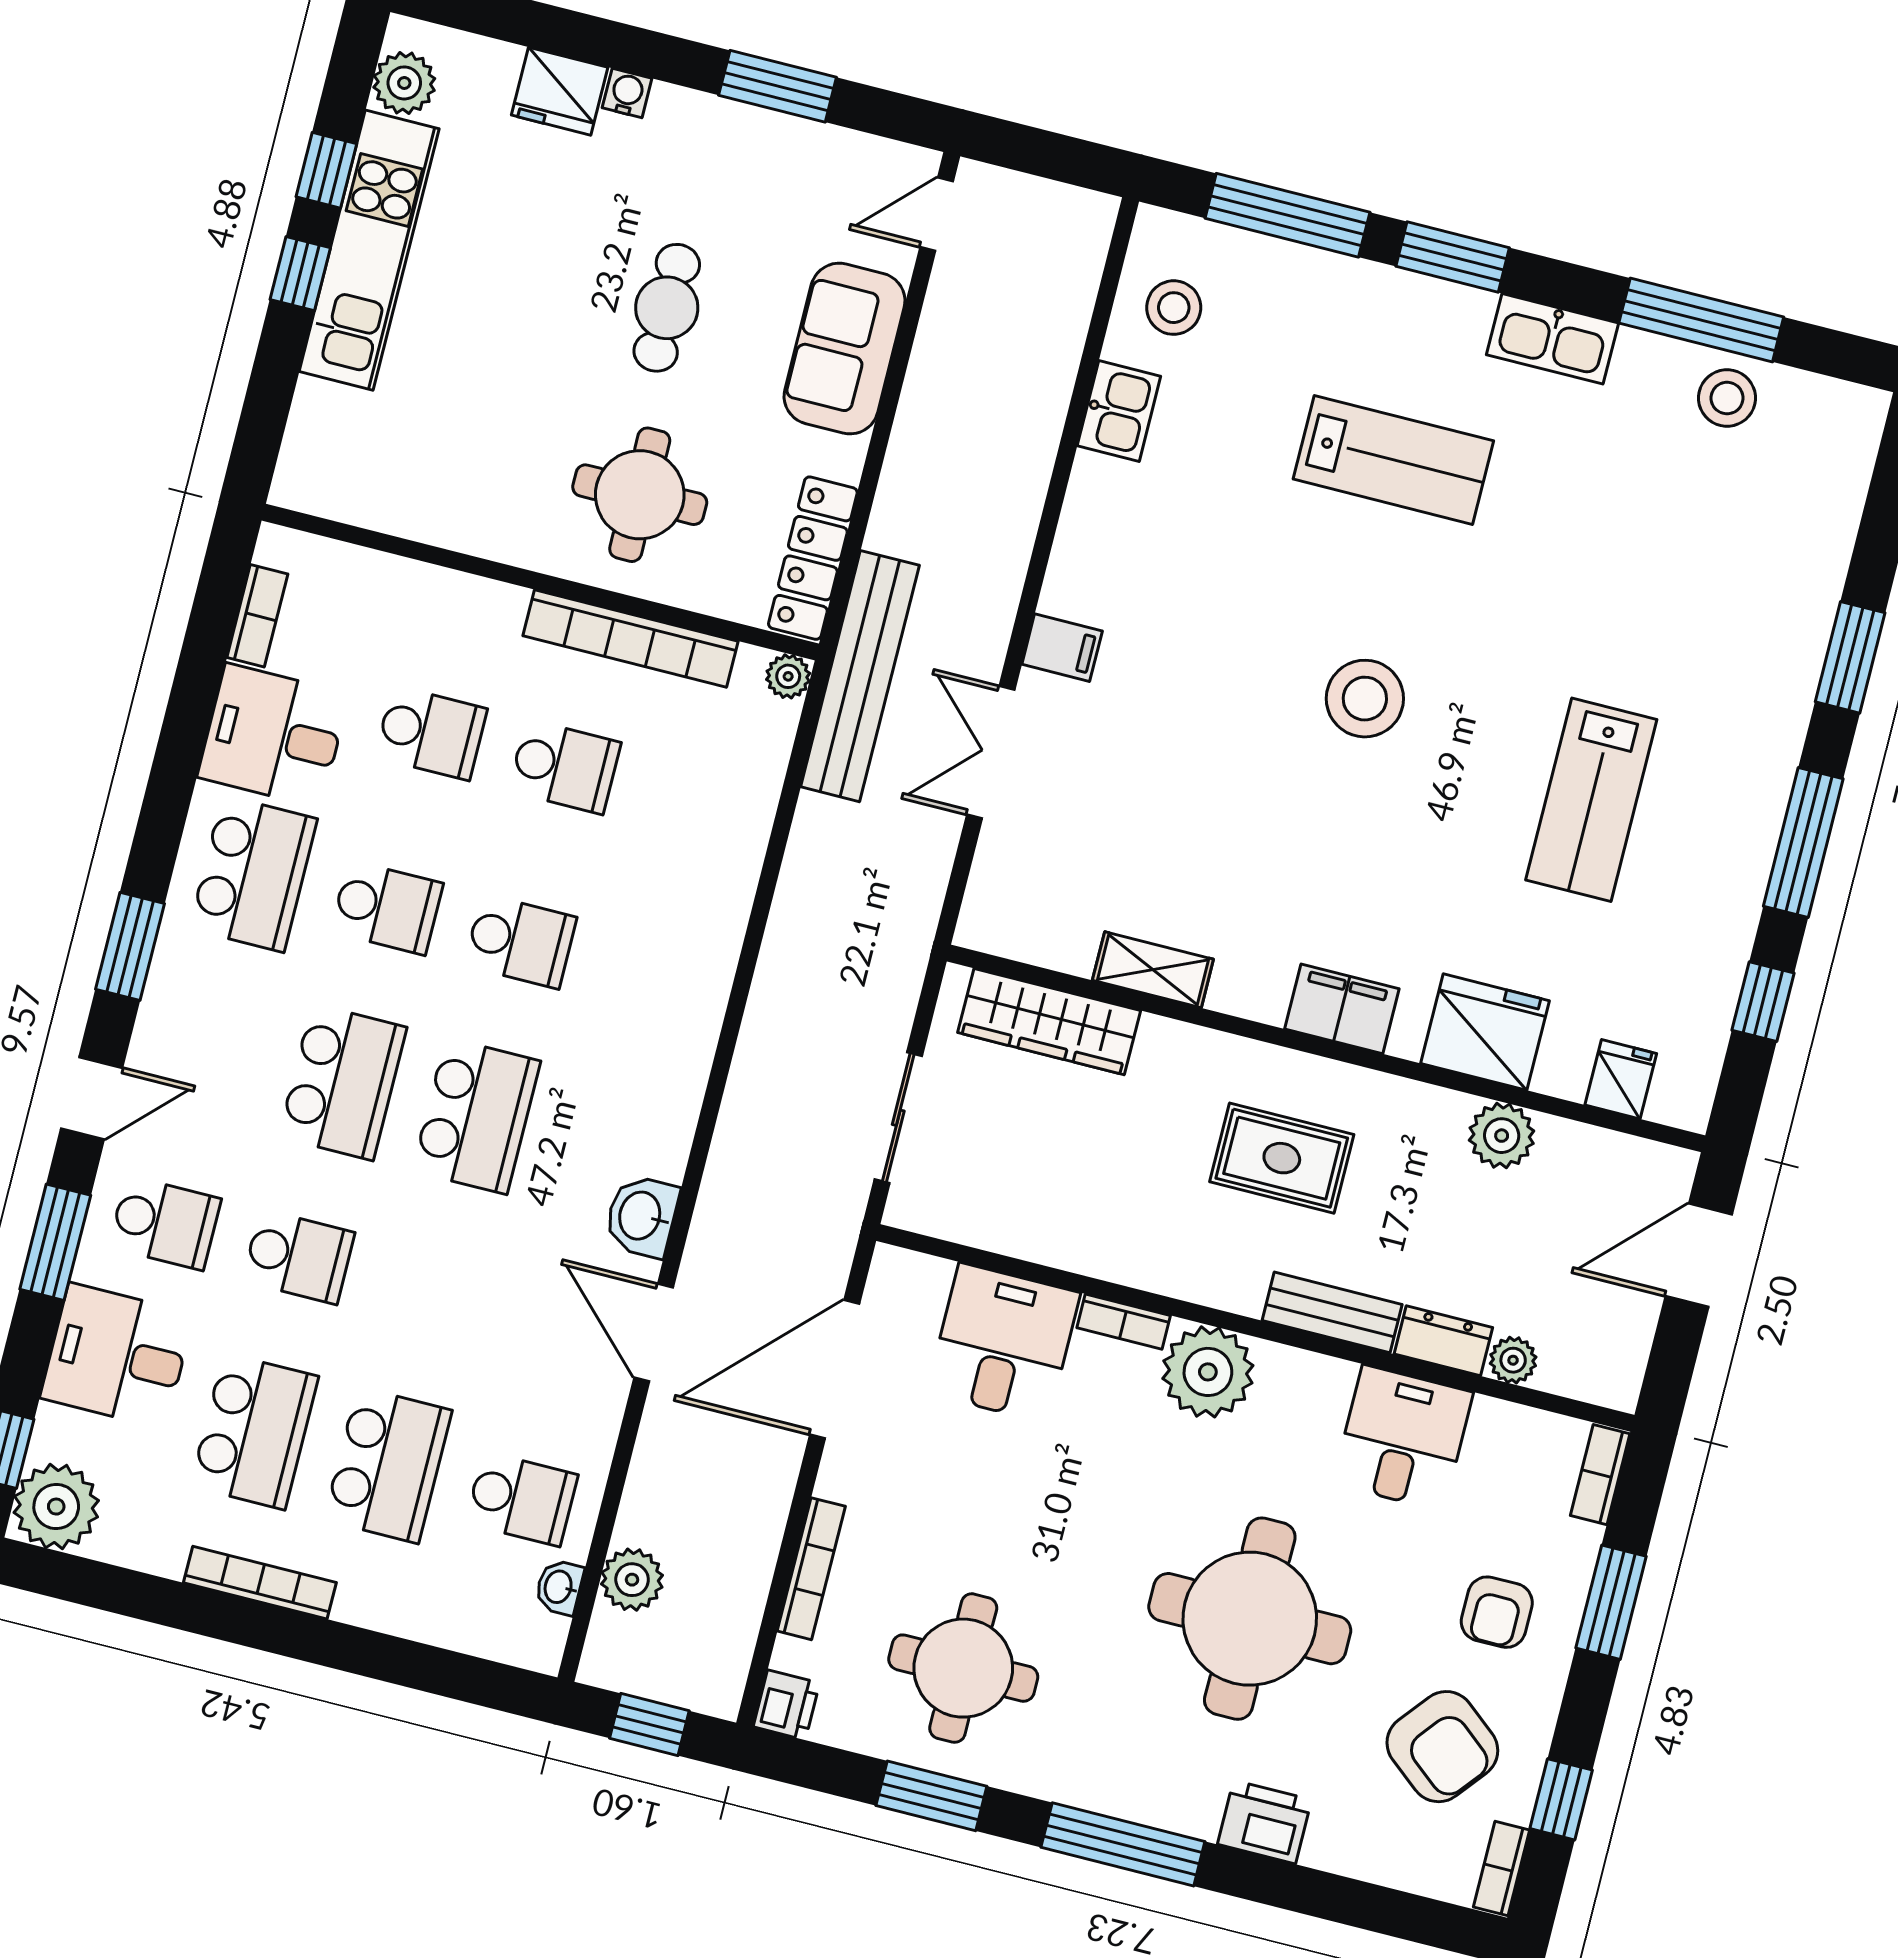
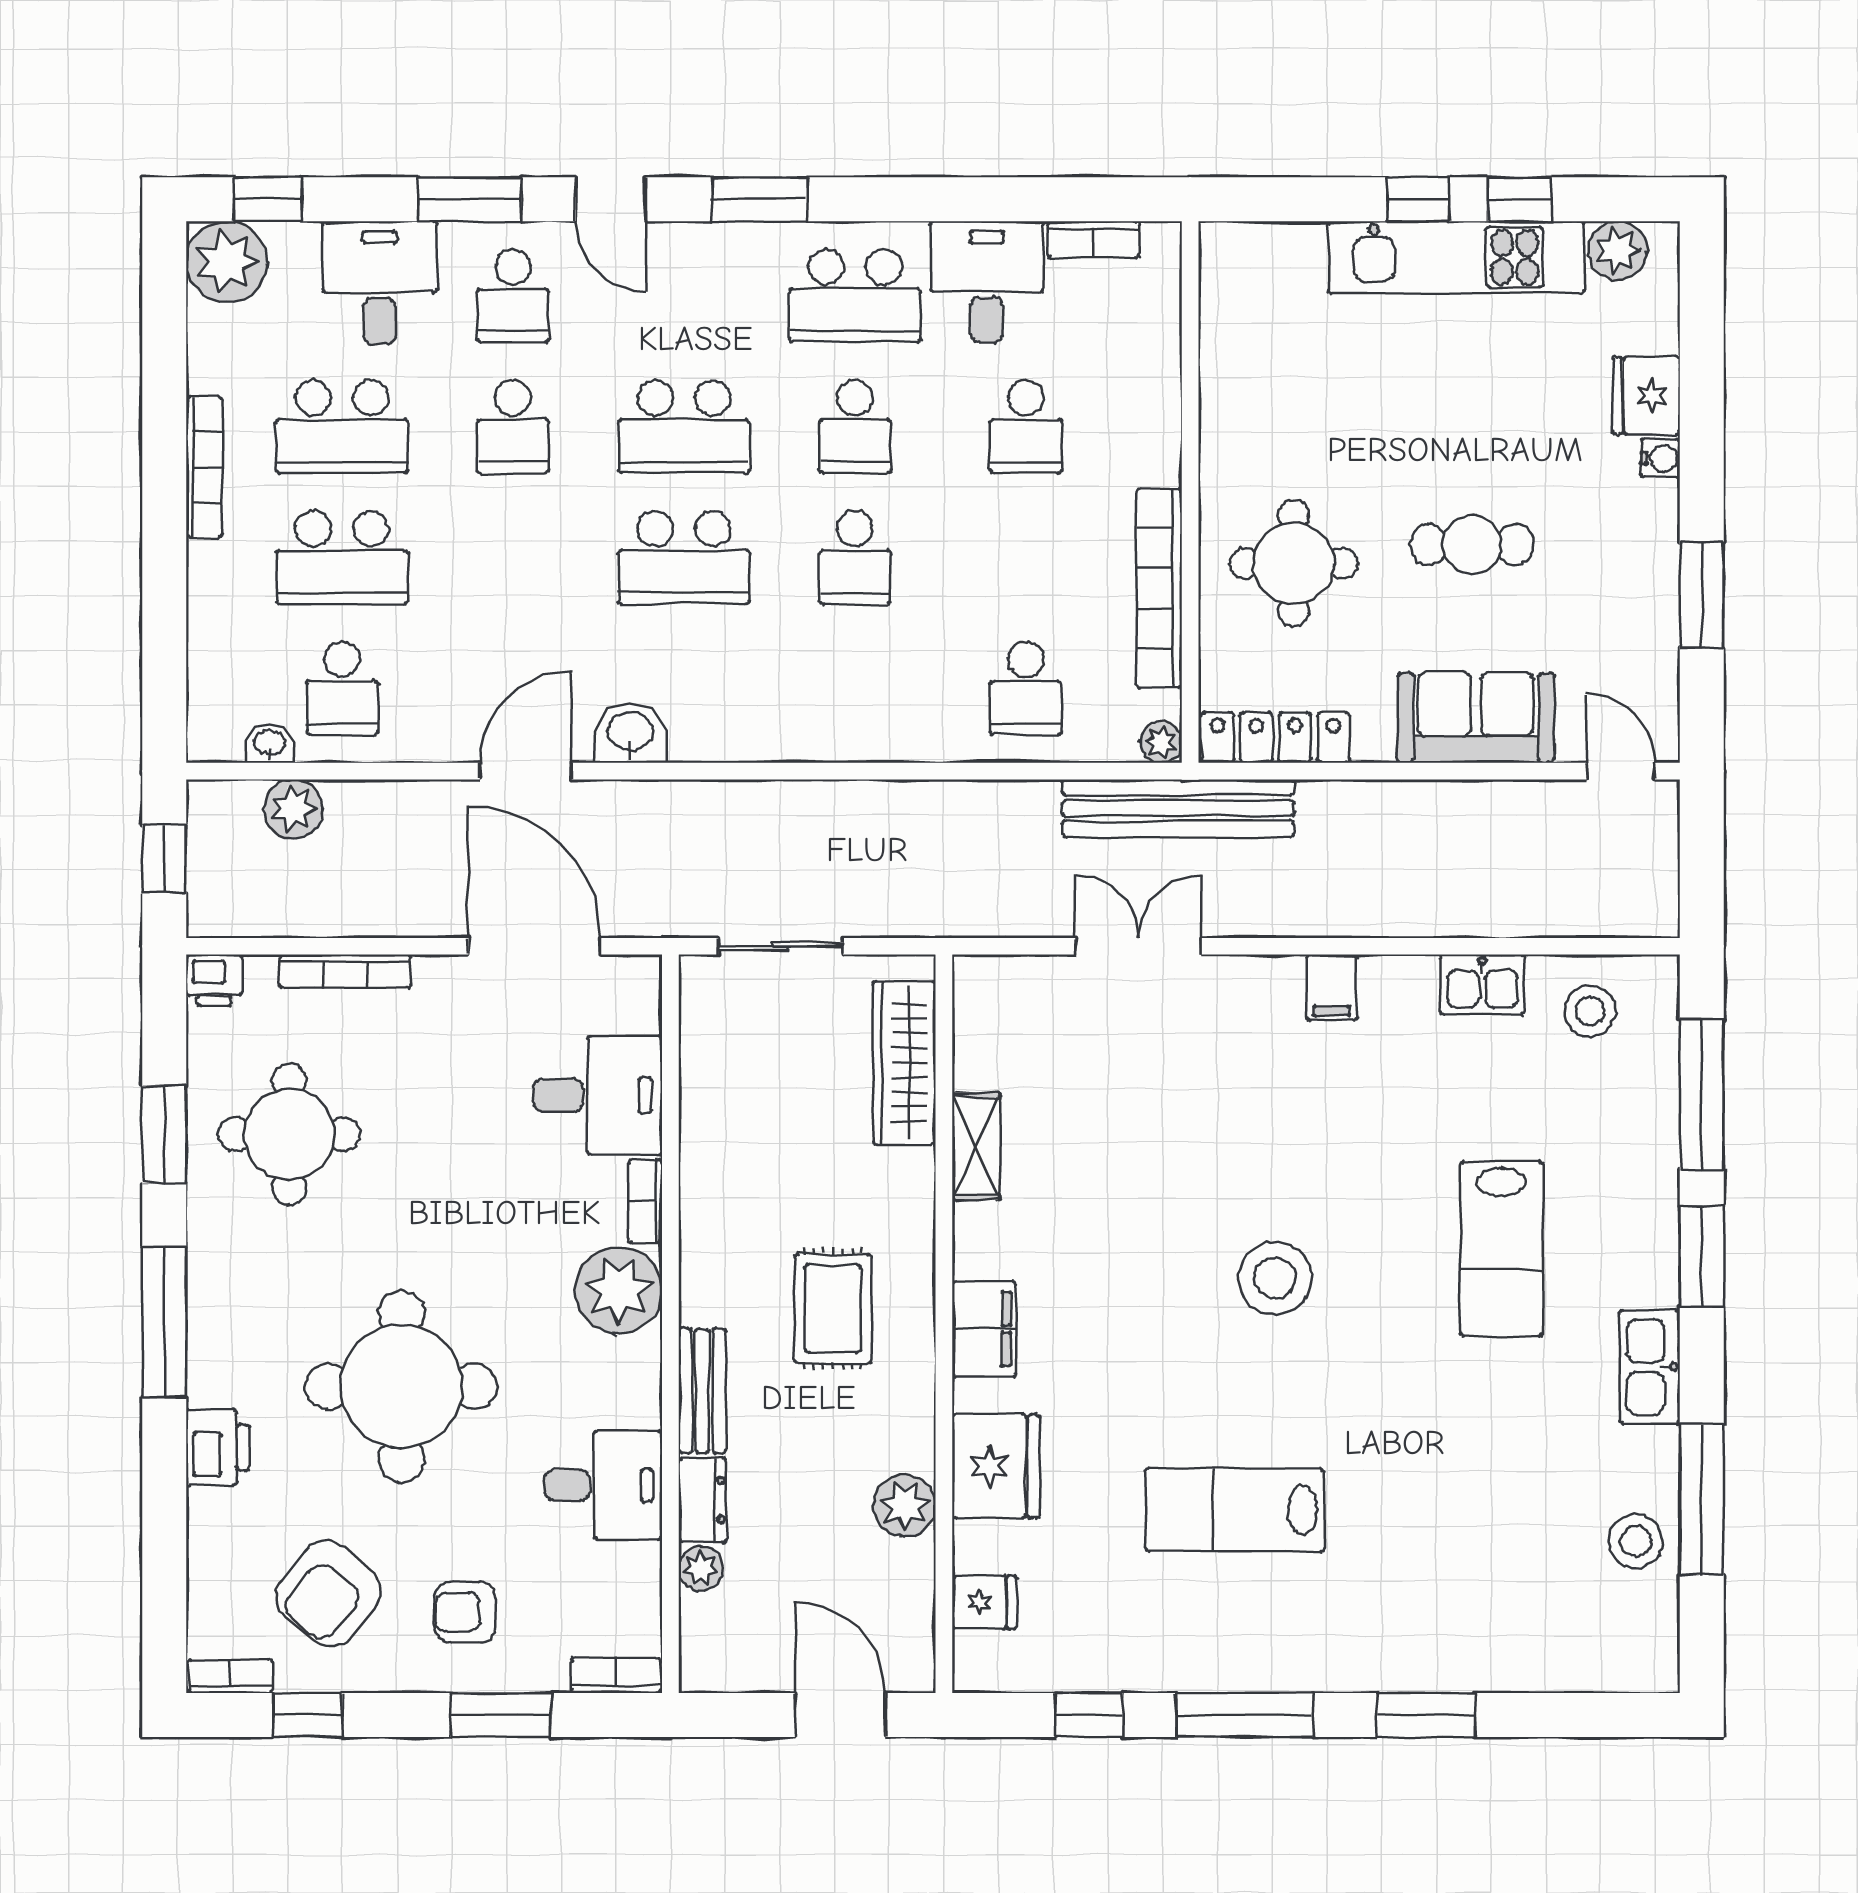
filing cabinet: (1062, 648) -> (1332, 988), moved
school desk: (565, 767) -> (1026, 688), moved

